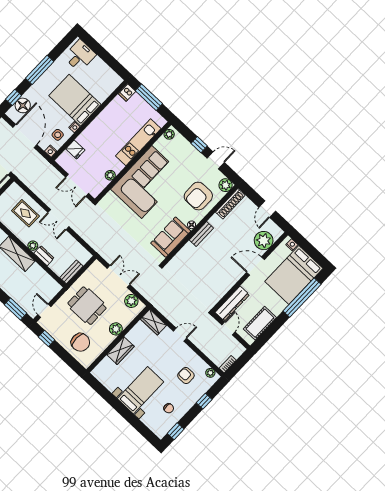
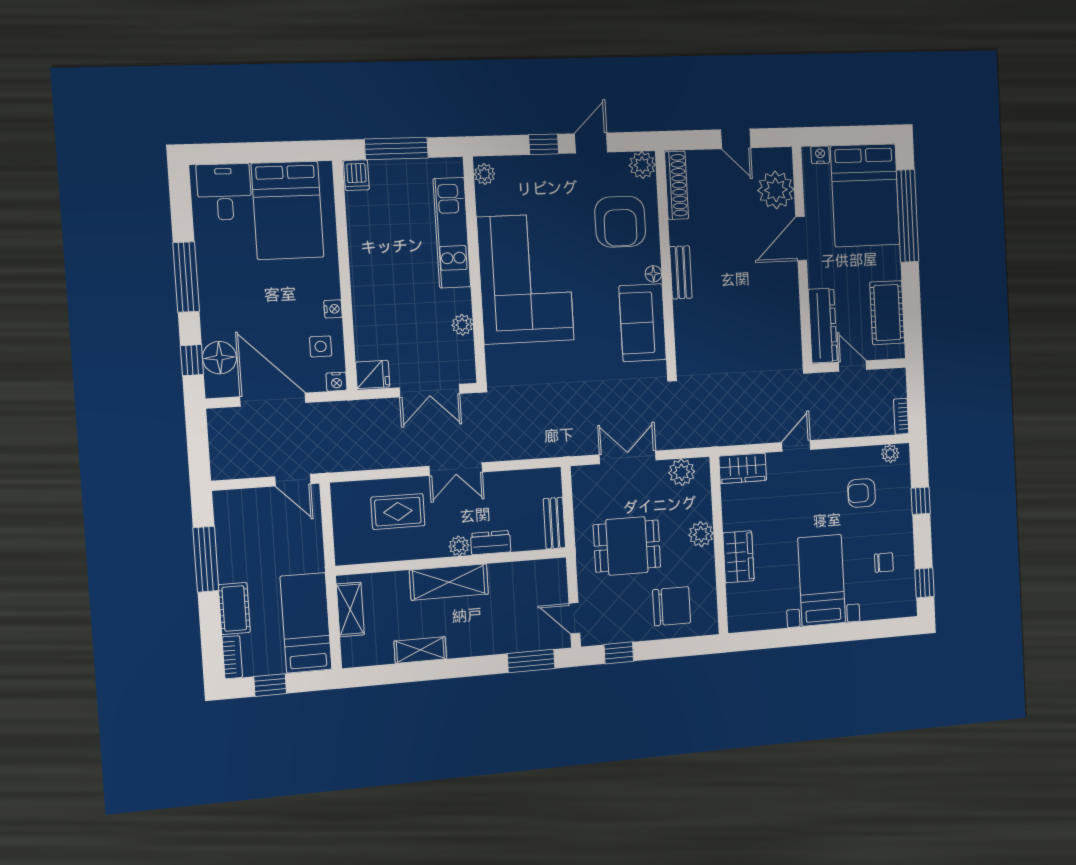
bed: (75, 100) -> (288, 210), moved, turned -90
fridge: (75, 150) -> (373, 374), moved

